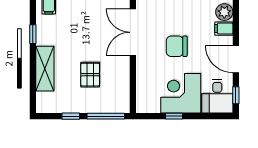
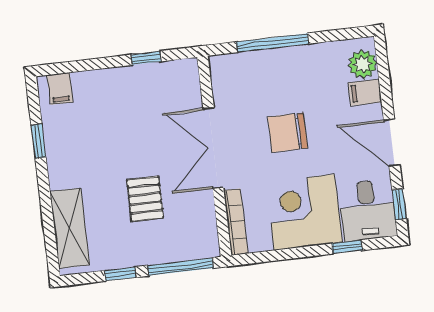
double door: (133, 32) -> (213, 148), moved
shelving: (45, 69) -> (70, 228), moved
bookcase: (141, 94) -> (236, 222), added
window: (174, 116) -> (347, 247), moved

